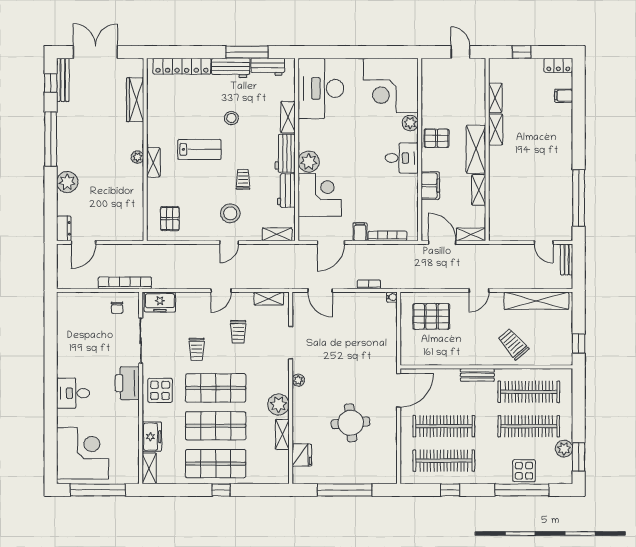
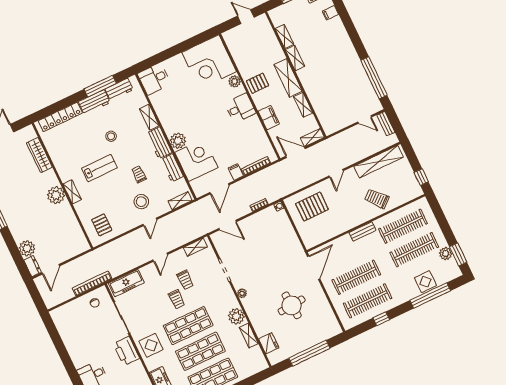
desk: (321, 88) -> (154, 79), width x0.53, depth x0.77
plant: (137, 157) -> (56, 195), width x1.88, depth x1.88
plant: (67, 182) -> (27, 248), moved
freezer: (160, 302) -> (126, 283), width x1.40
trolley: (197, 349) -> (177, 299), moved

